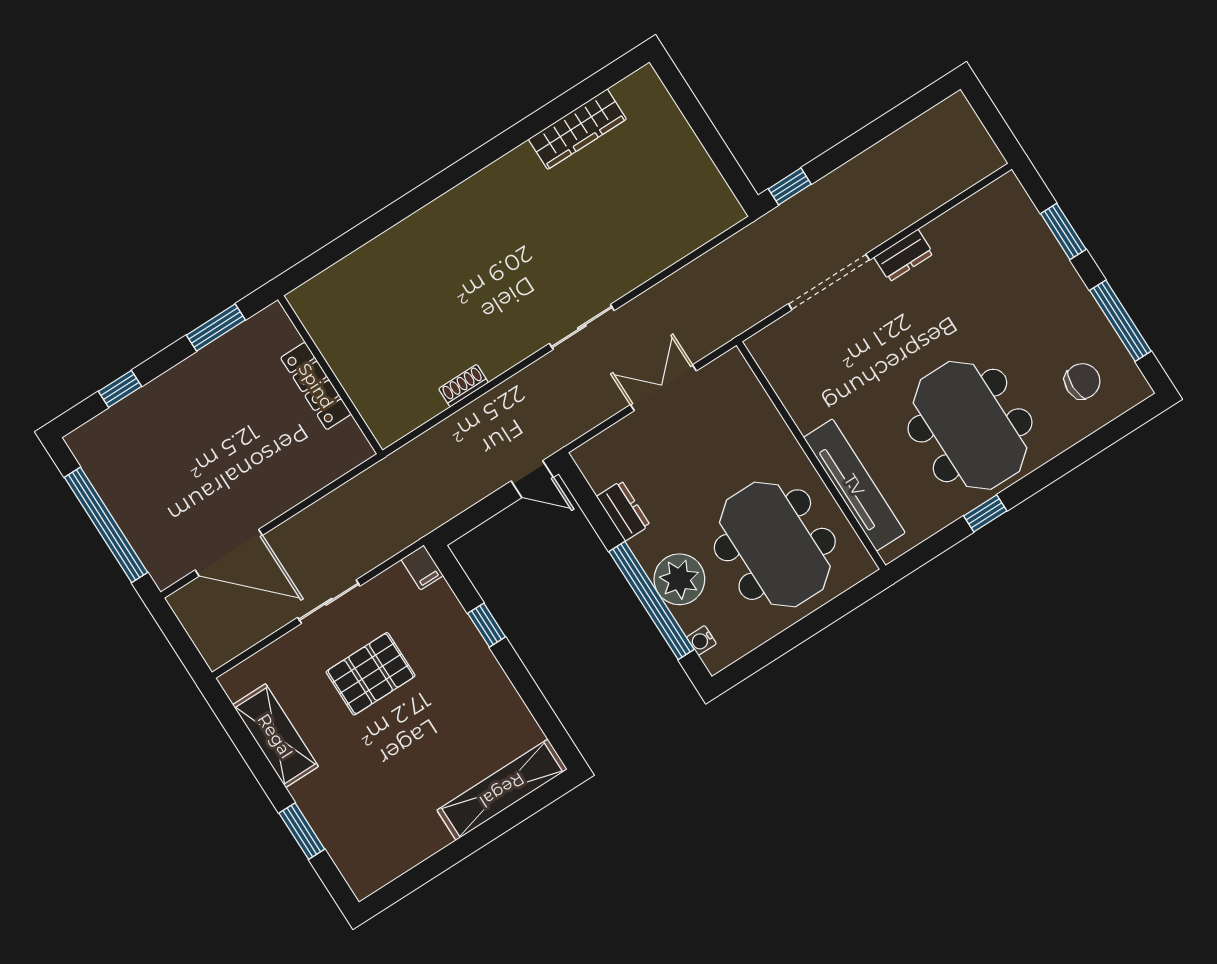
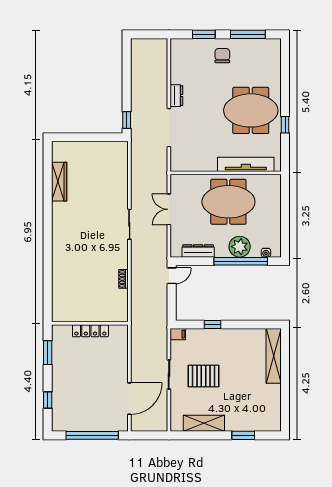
chair: (1082, 381) -> (222, 56), moved
dresser: (623, 511) -> (198, 251), width x1.44
meeting table: (775, 545) -> (228, 202), moved
pallet: (371, 674) -> (204, 376), turned 90

